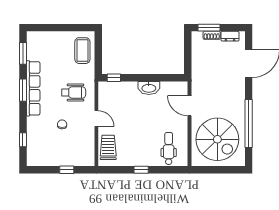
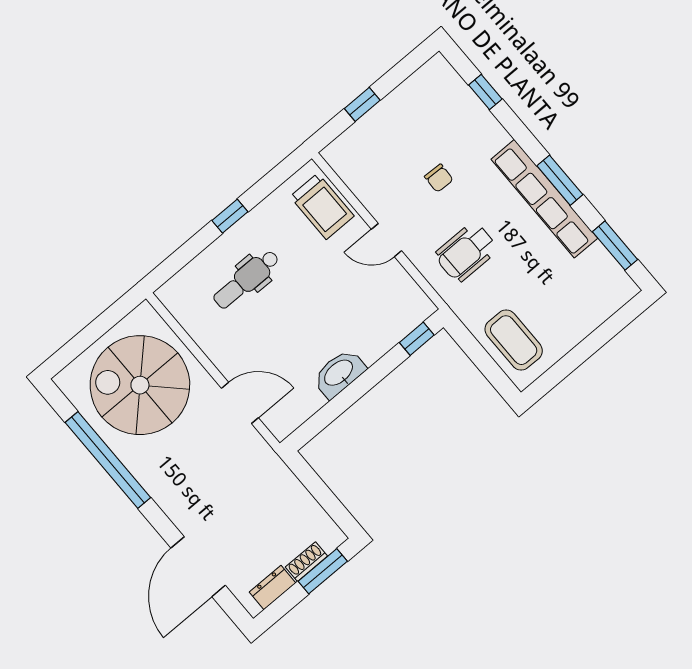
dental chair: (169, 148) -> (246, 279), moved, turned 90

